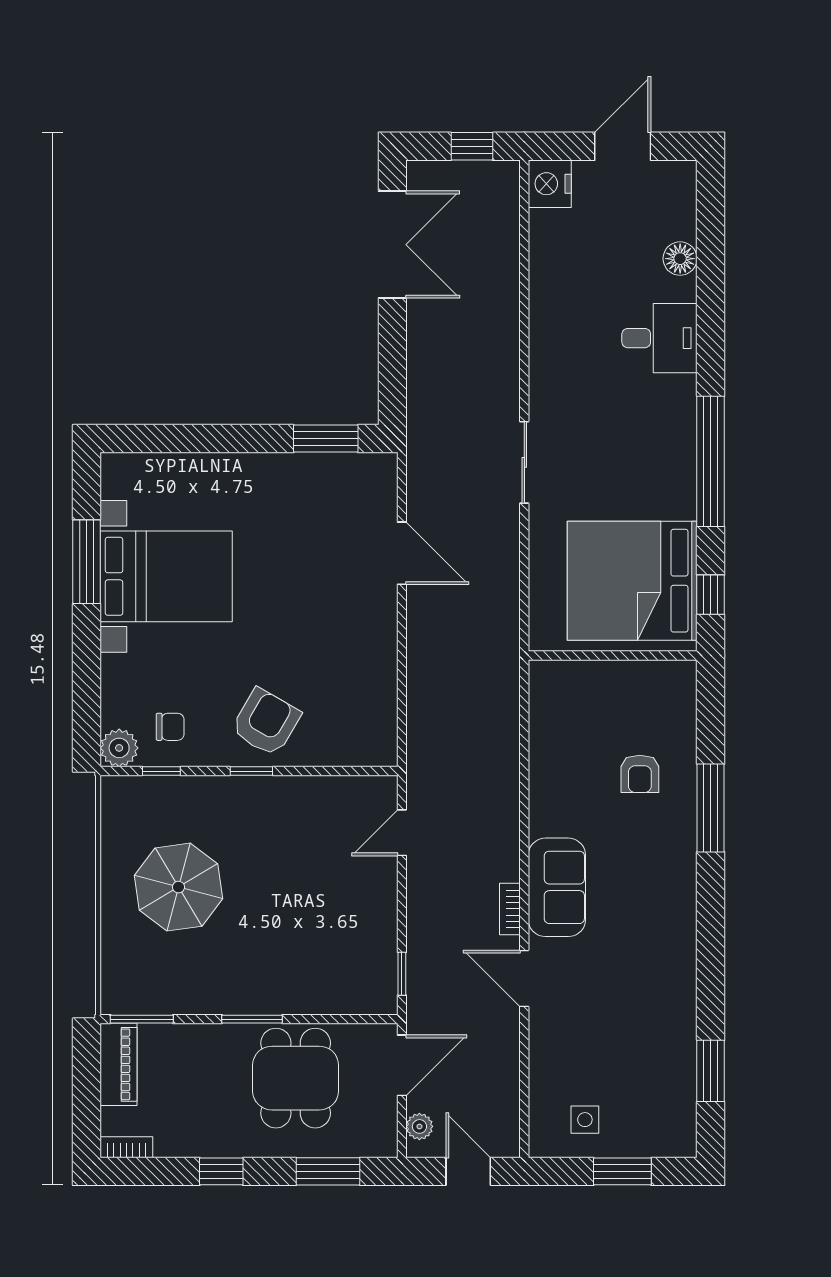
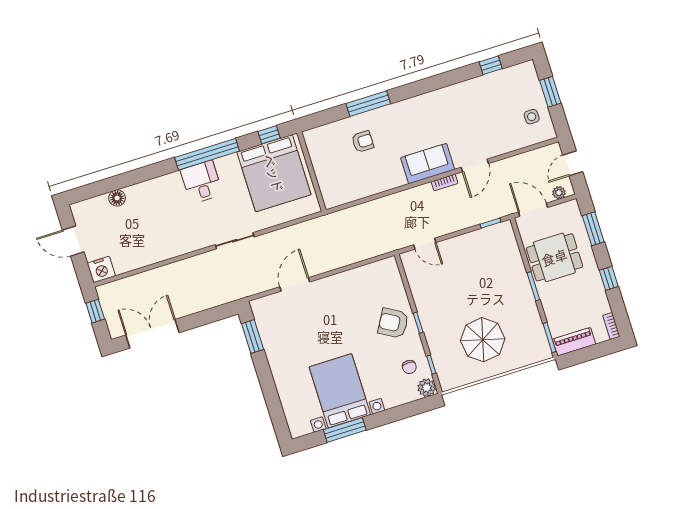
desk: (659, 338) -> (201, 182), moved
chair: (170, 727) -> (409, 367), turned 180
window: (711, 1071) -> (491, 65), width x0.67

